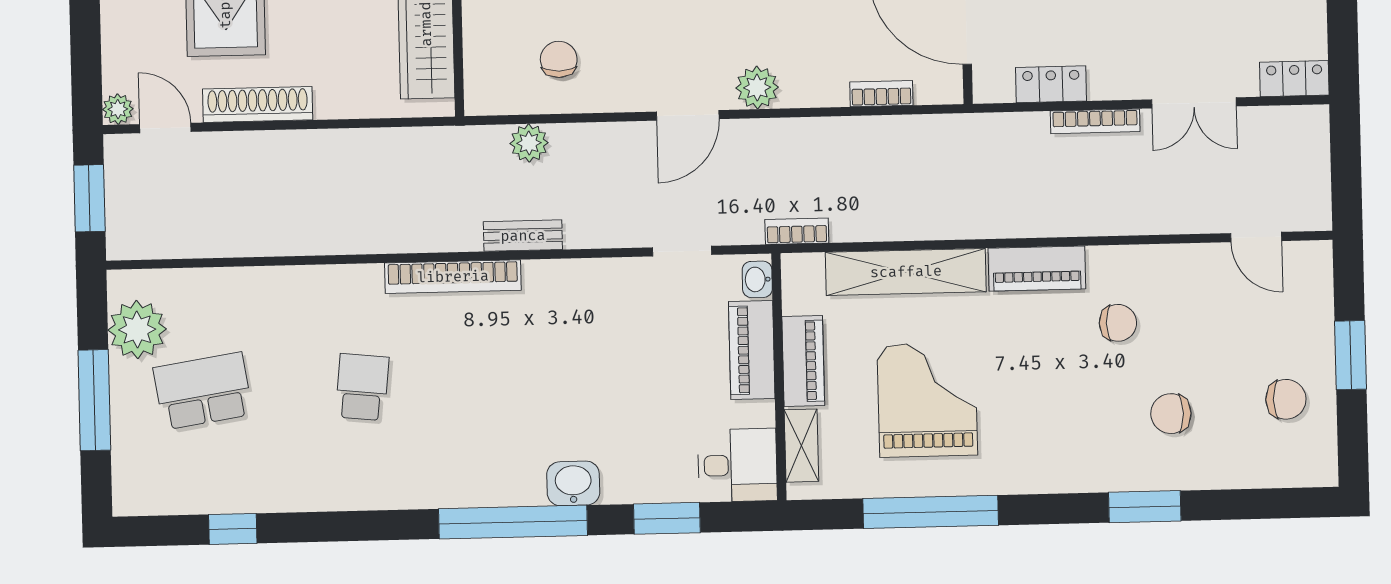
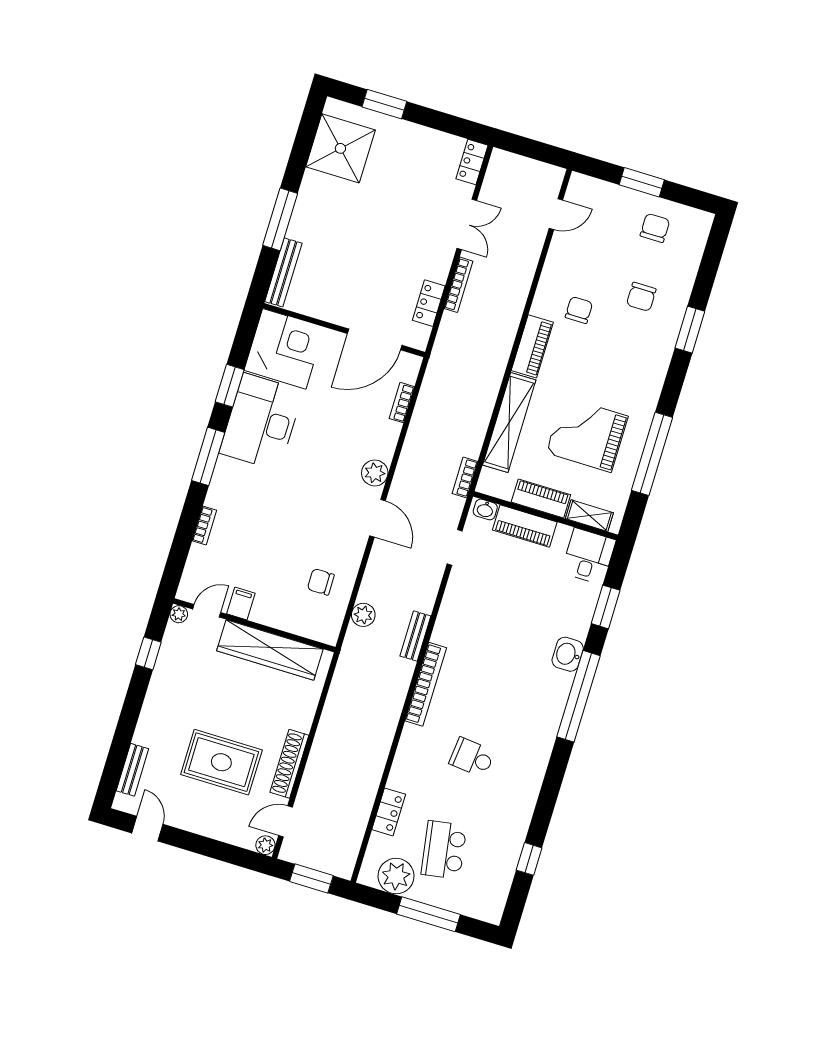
locker: (234, 285) -> (389, 812), added

